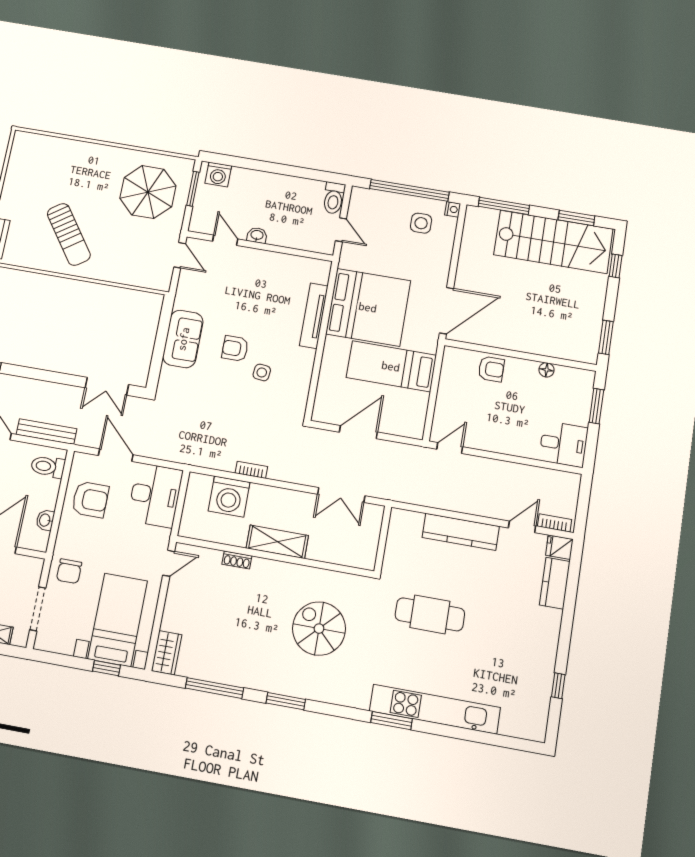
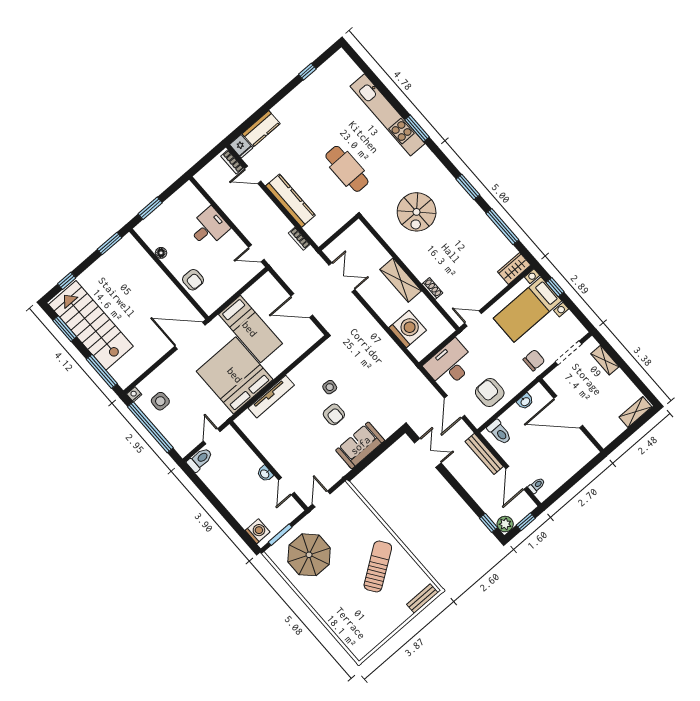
armchair: (491, 369) -> (193, 280), turned 180
desk: (563, 444) -> (209, 227), moved, turned 90
bookcase: (251, 470) -> (299, 239), moved

